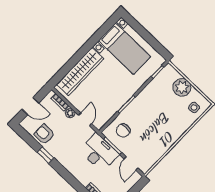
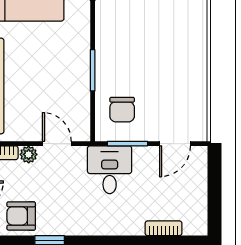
desk: (99, 152) -> (110, 170), width x0.73
door: (131, 163) -> (175, 144), hinge flipped

